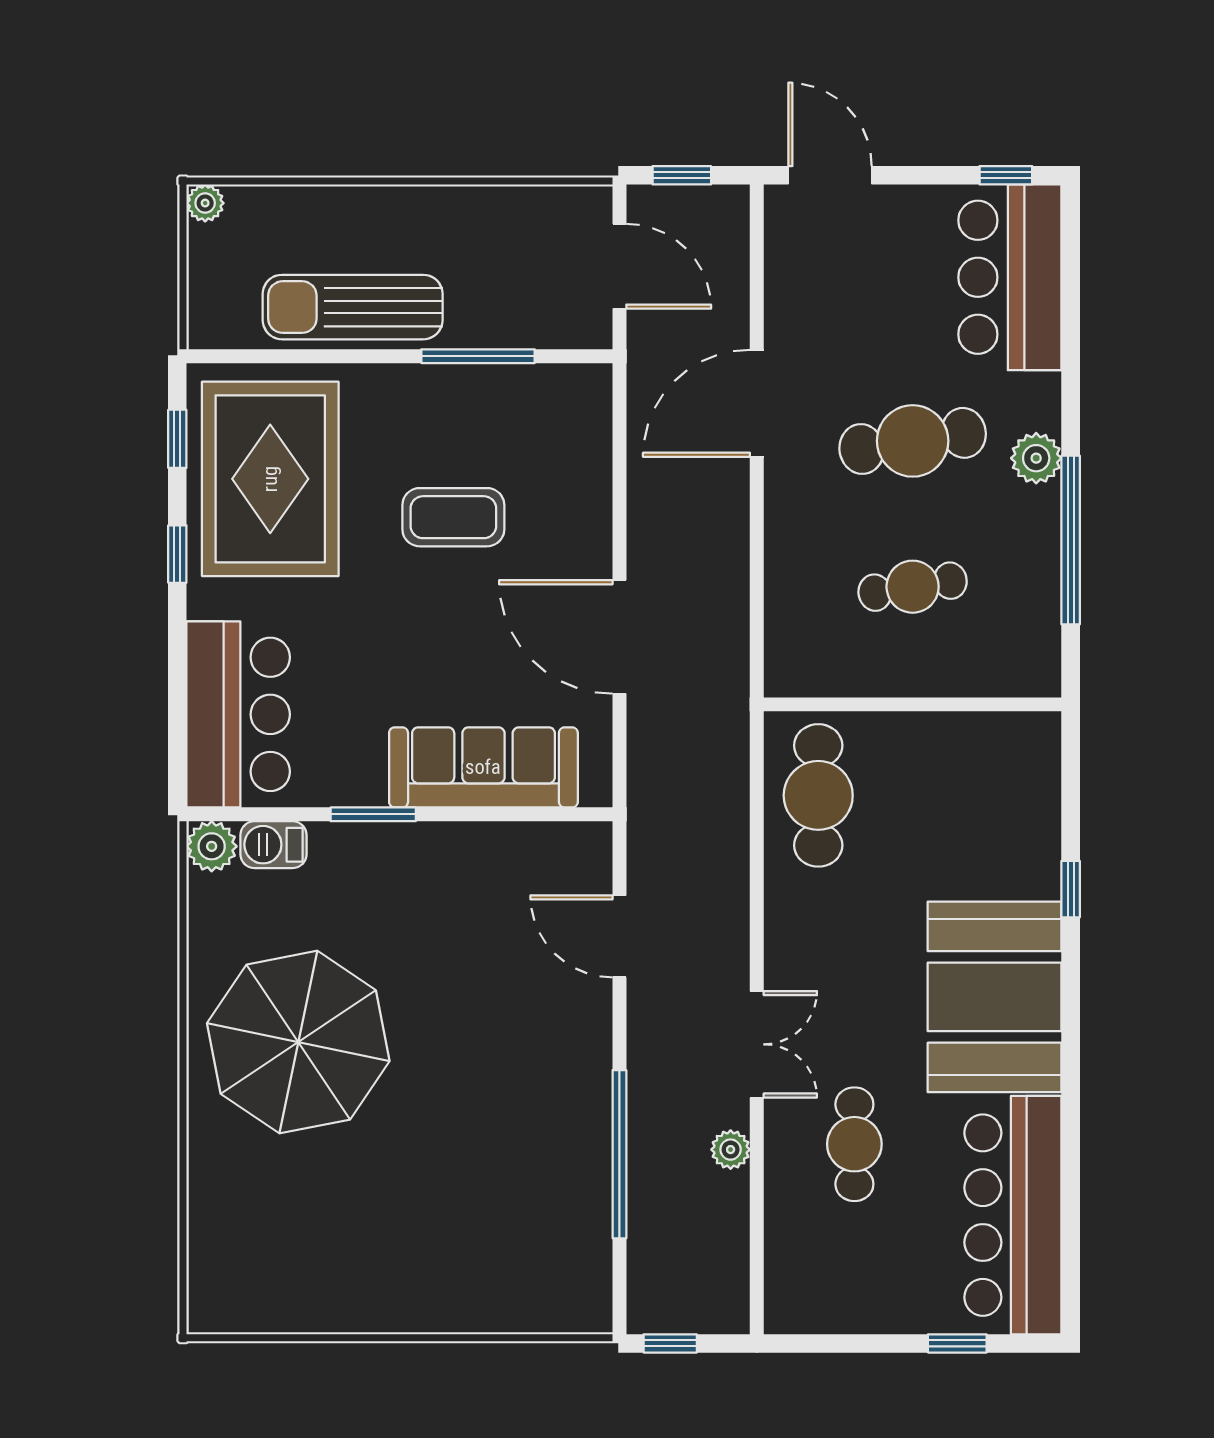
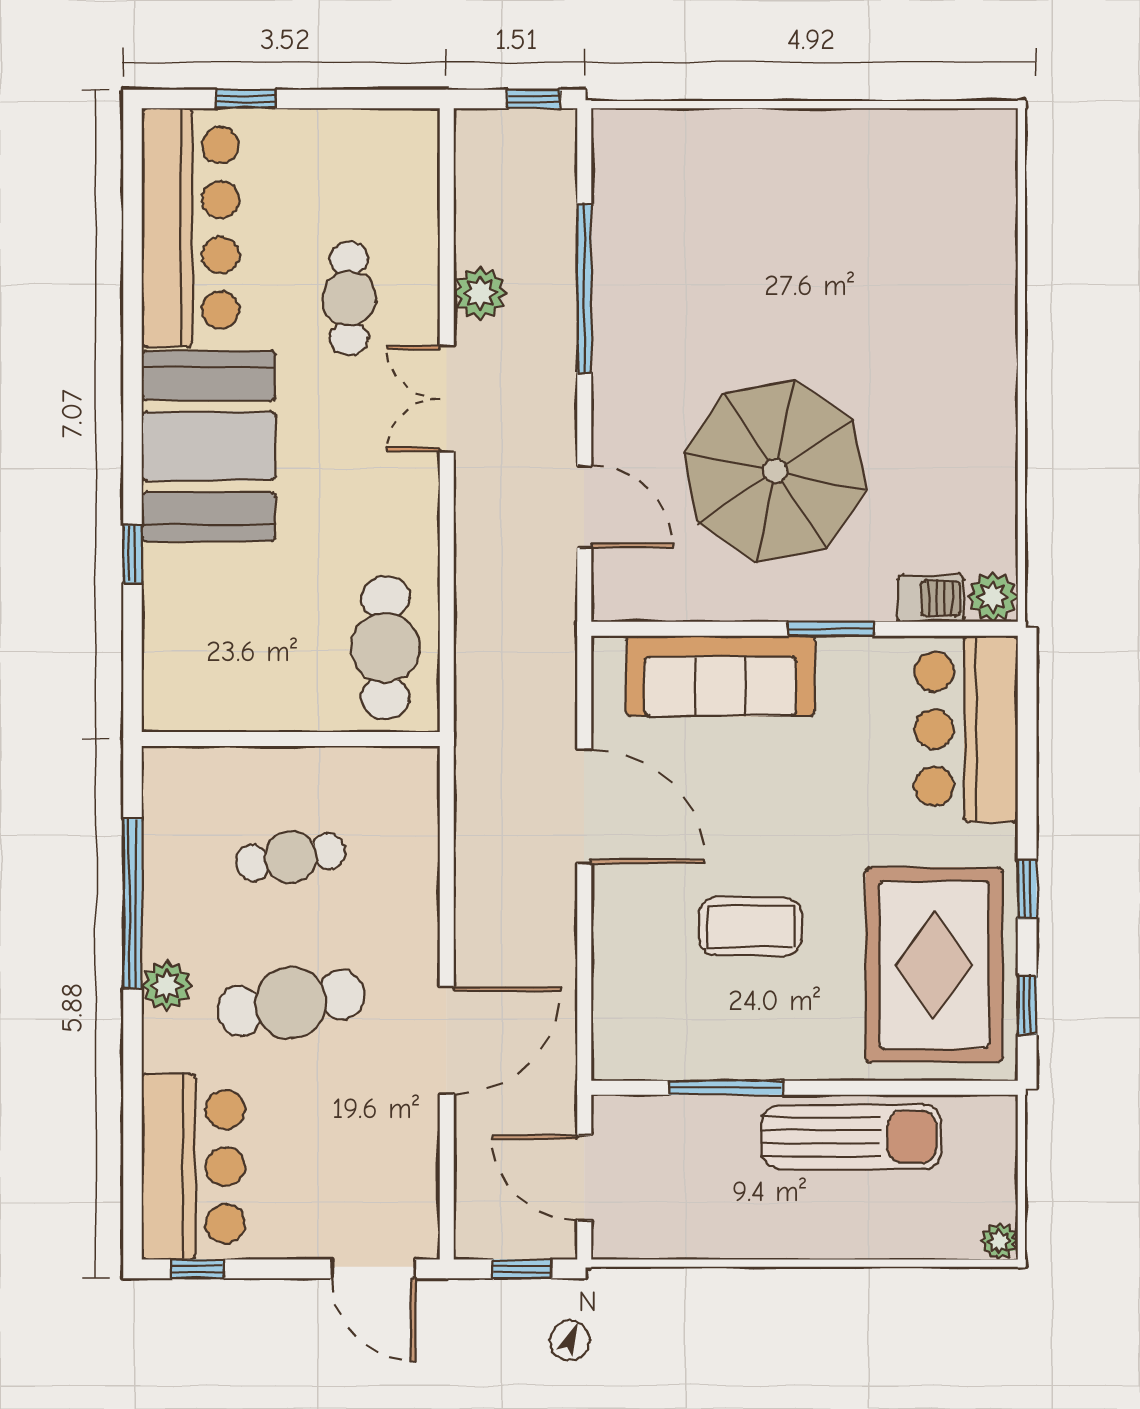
parasol: (298, 1042) -> (775, 471), moved
plant: (731, 1150) -> (480, 293), width x1.38, depth x1.38

